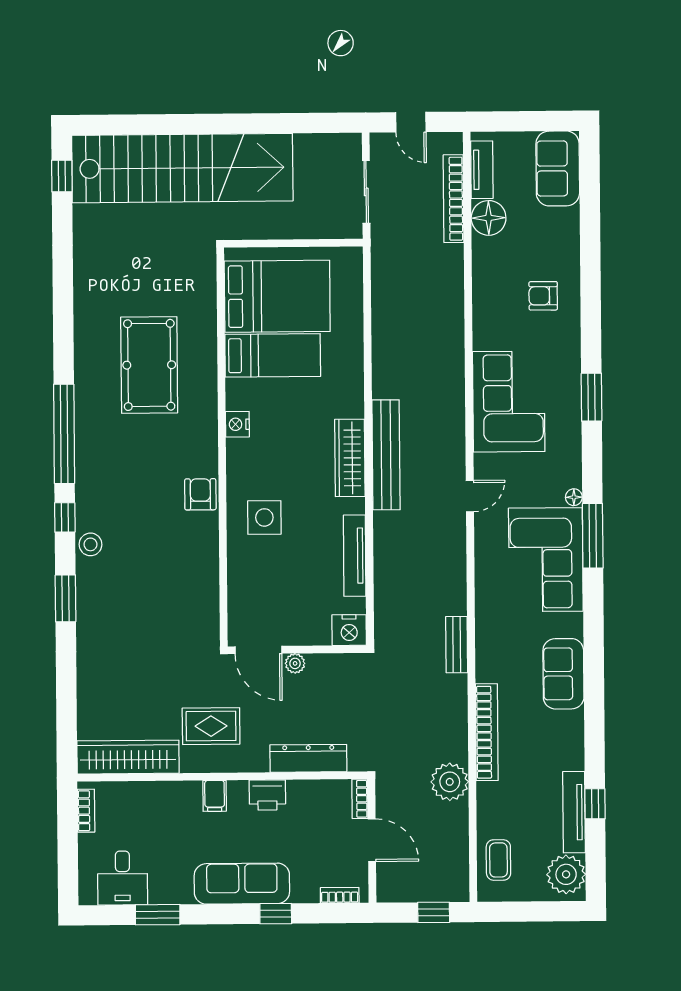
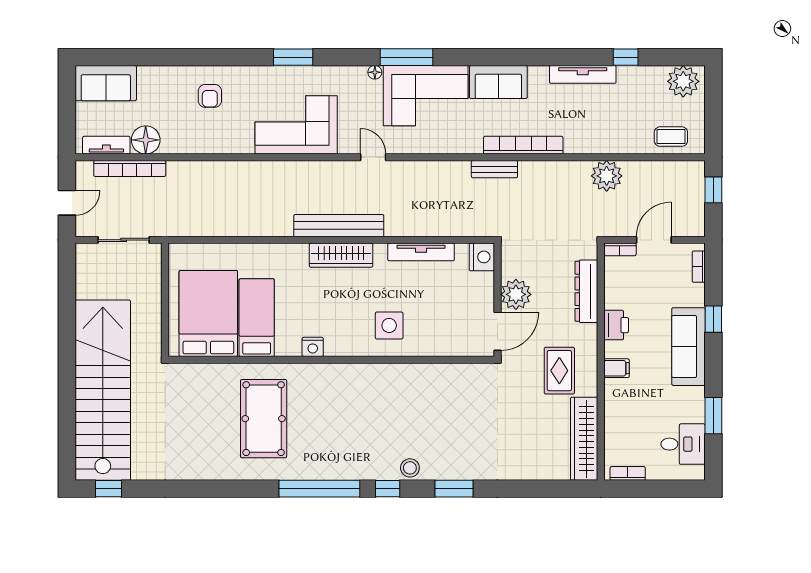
pool table: (149, 365) -> (264, 419), turned 90
armchair: (200, 494) -> (370, 378), removed
plant: (295, 663) -> (516, 294), width x1.88, depth x1.88
sofa: (563, 674) -> (498, 82), moved
bookcase: (487, 732) -> (523, 145), moved
tv unit: (574, 812) -> (583, 74), moved

